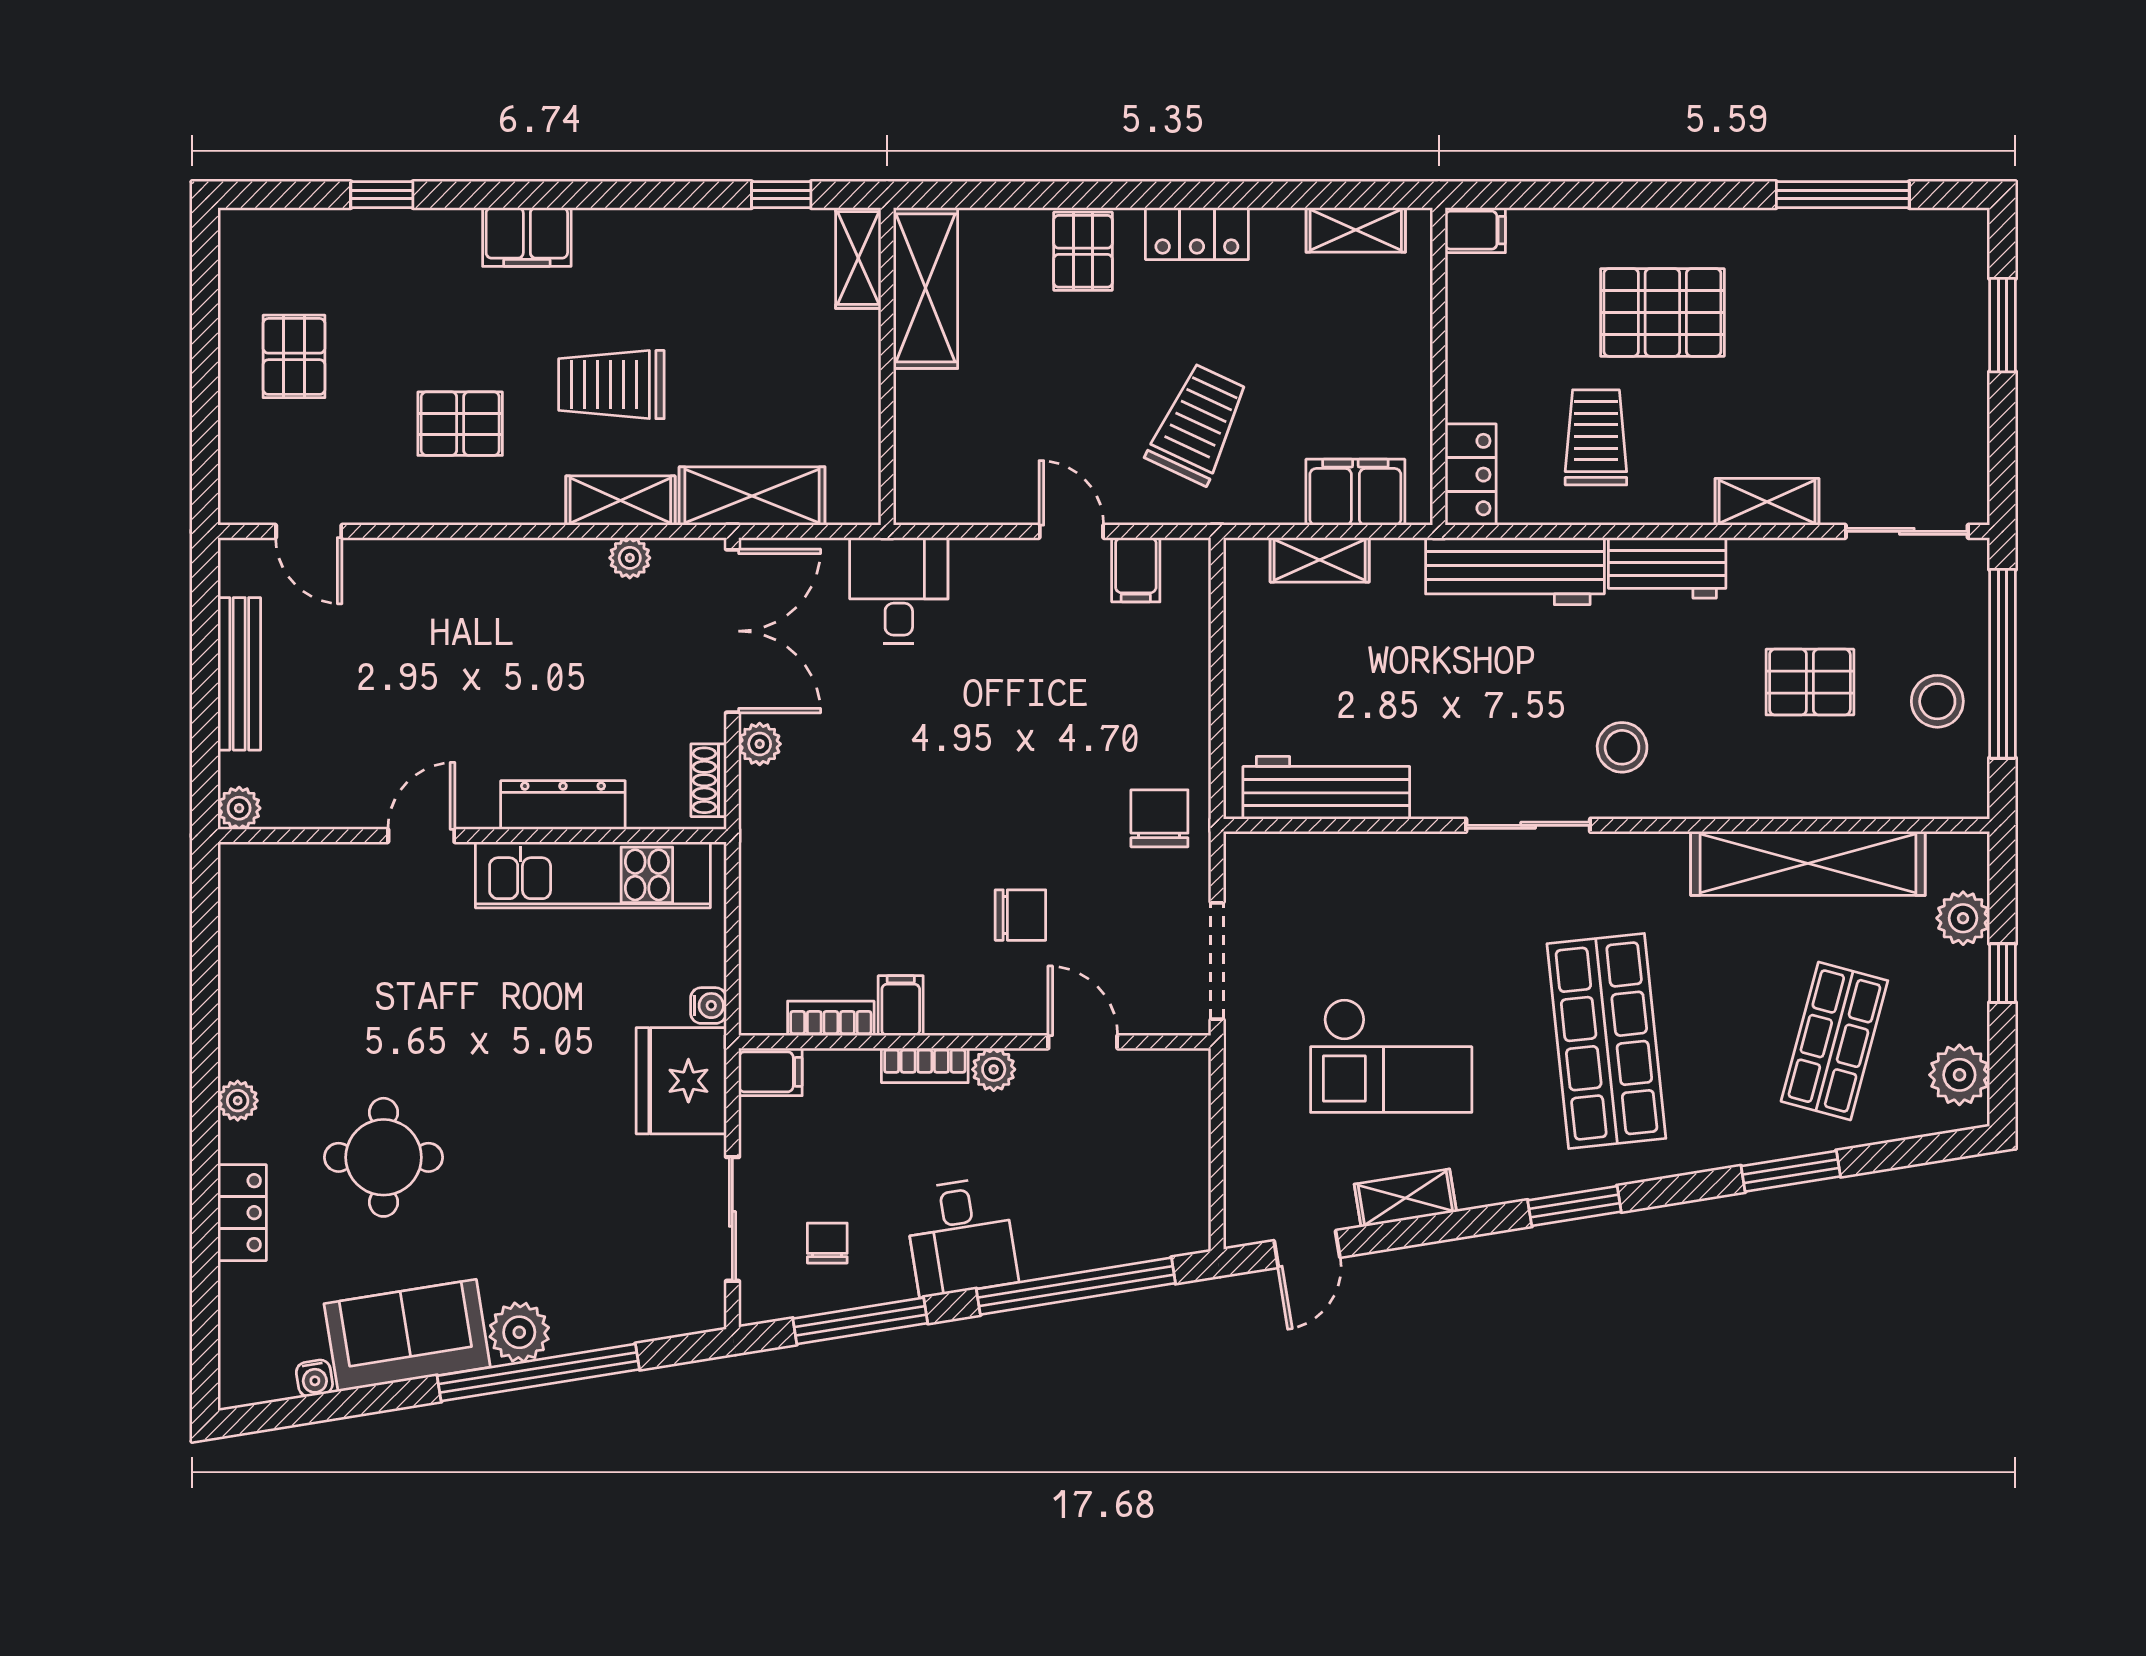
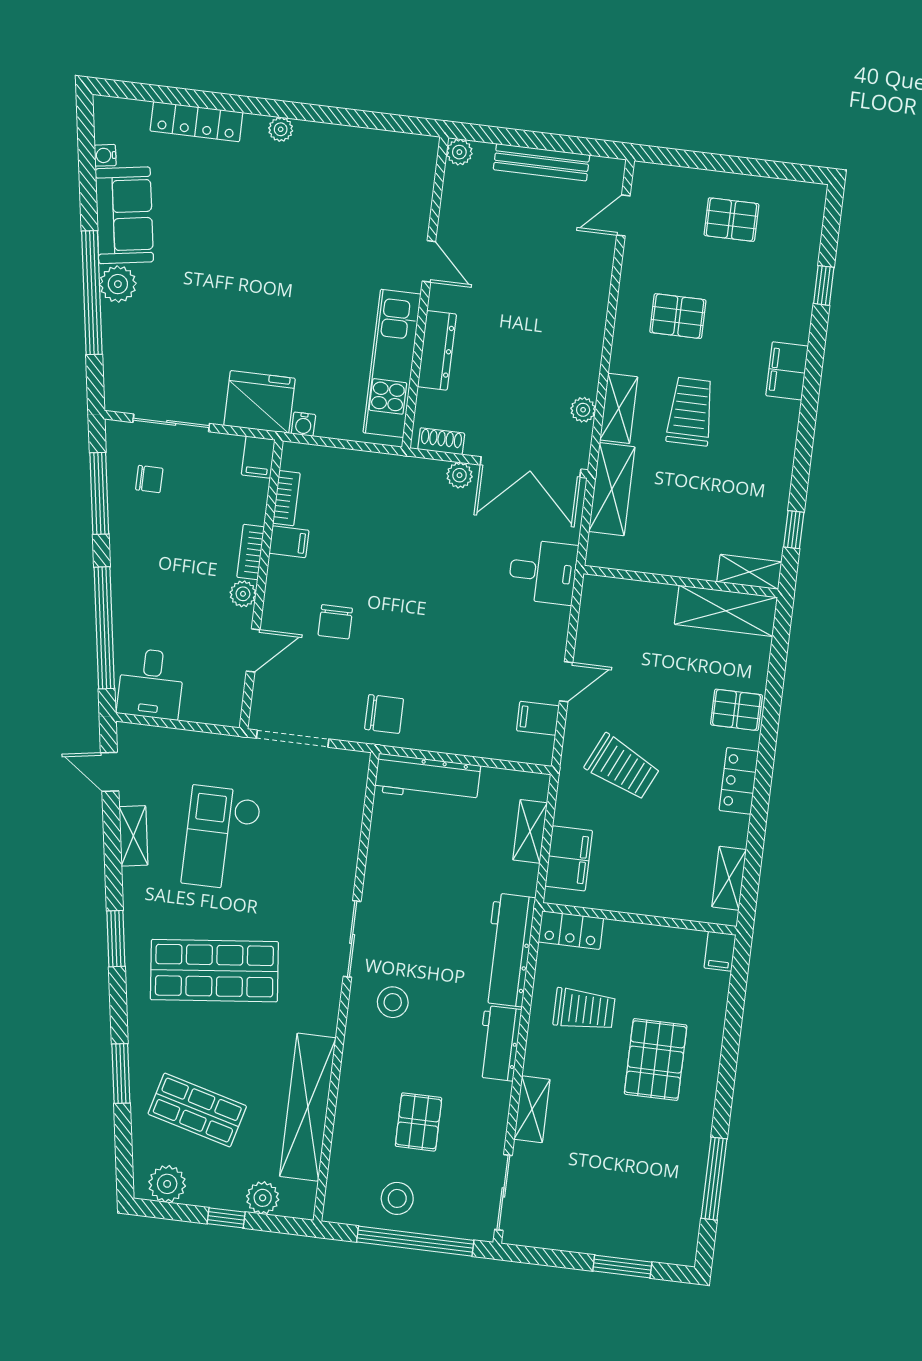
pallet: (460, 424) -> (678, 316), turned 90
workbench: (1326, 788) -> (427, 778), moved, turned 90
round table: (384, 1157) -> (235, 214), removed
locker: (242, 1213) -> (196, 122), width x1.53
desk: (961, 1237) -> (151, 684), moved, turned -81

